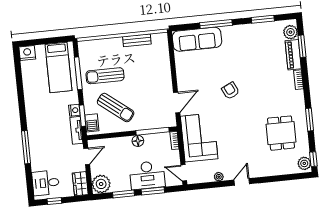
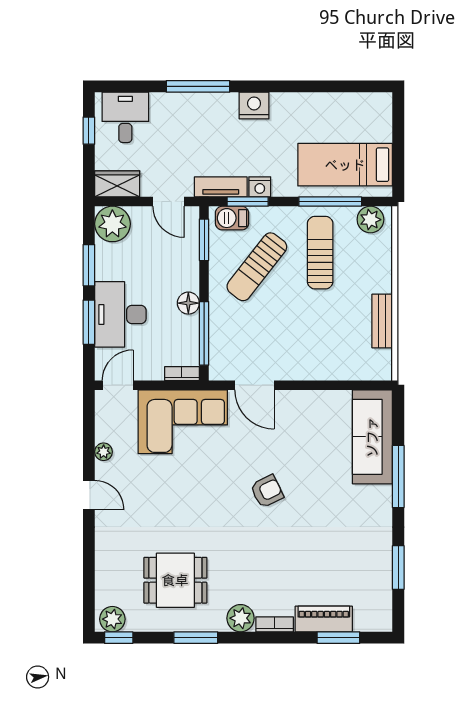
plant: (290, 32) -> (241, 618), moved
plant: (85, 52) -> (370, 220), added
nightstand: (27, 53) -> (254, 106), moved, turned -90
window: (104, 136) -> (204, 240), added

